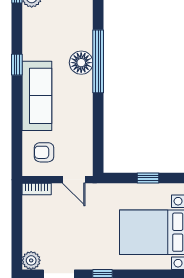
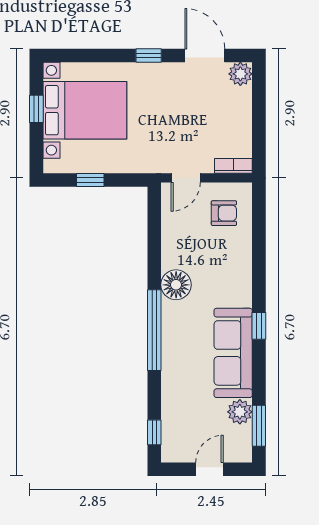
floor lamp: (81, 63) -> (176, 285), moved
sofa: (37, 96) -> (233, 353), moved
door: (74, 180) -> (186, 178), swing flipped

